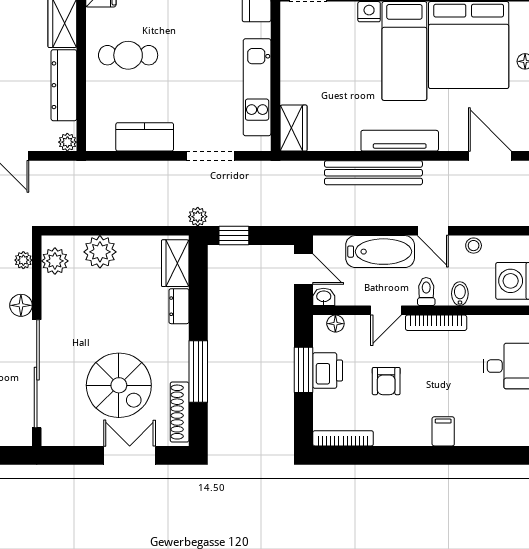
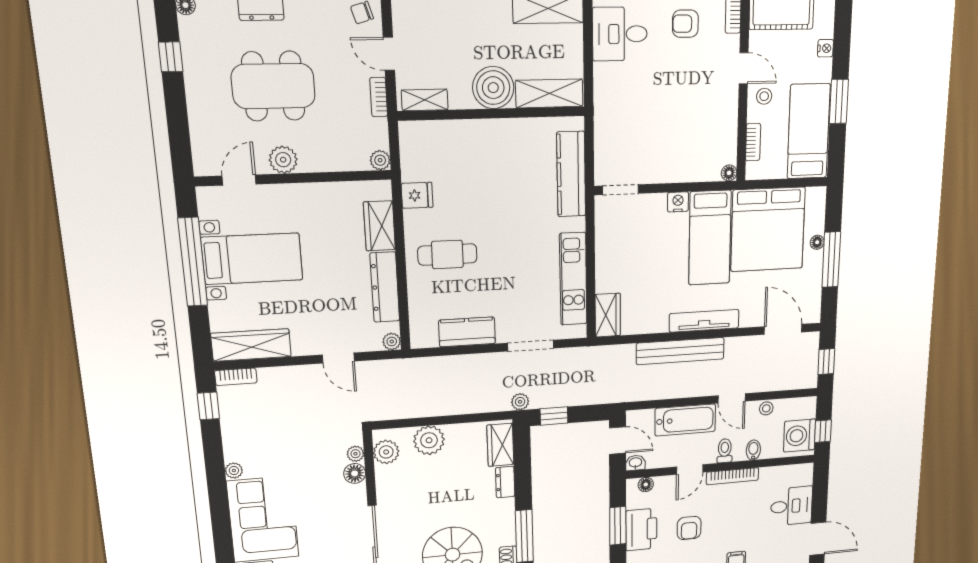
floor lamp: (21, 305) -> (355, 473), moved
printer: (328, 371) -> (641, 530), width x1.37, depth x1.19

